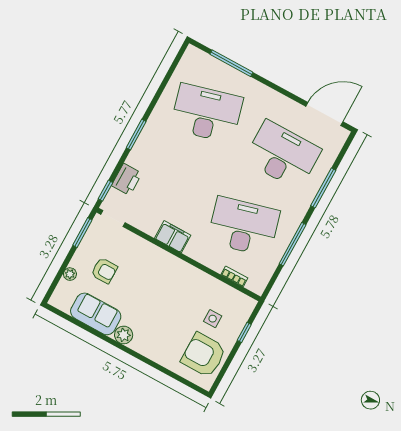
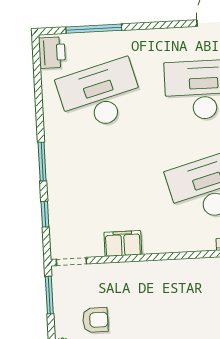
printer: (127, 179) -> (52, 53), moved
window: (105, 191) -> (45, 214), moved
filing cabinet: (173, 237) -> (123, 243), moved

